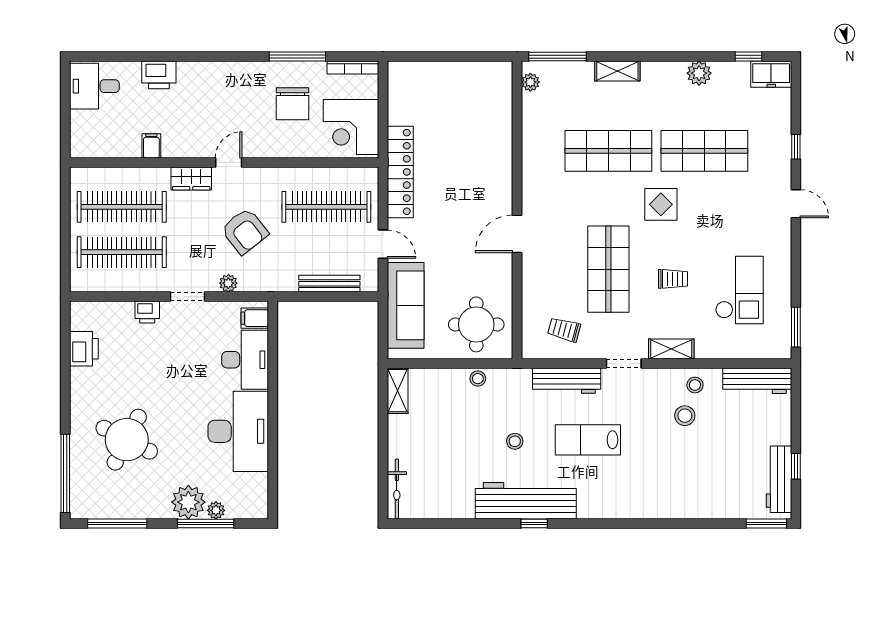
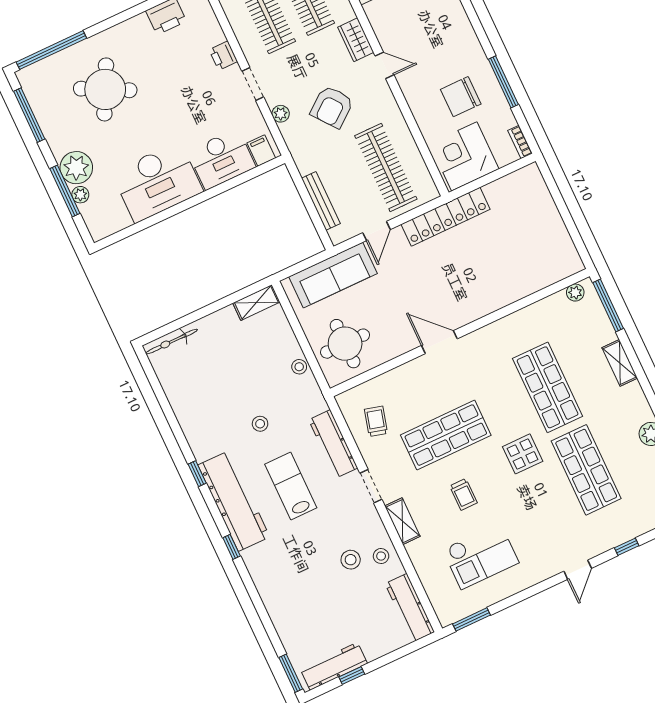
bookcase: (353, 67) -> (520, 142), width x0.64
workbench: (526, 501) -> (234, 501), moved
window: (619, 523) -> (232, 547), added

